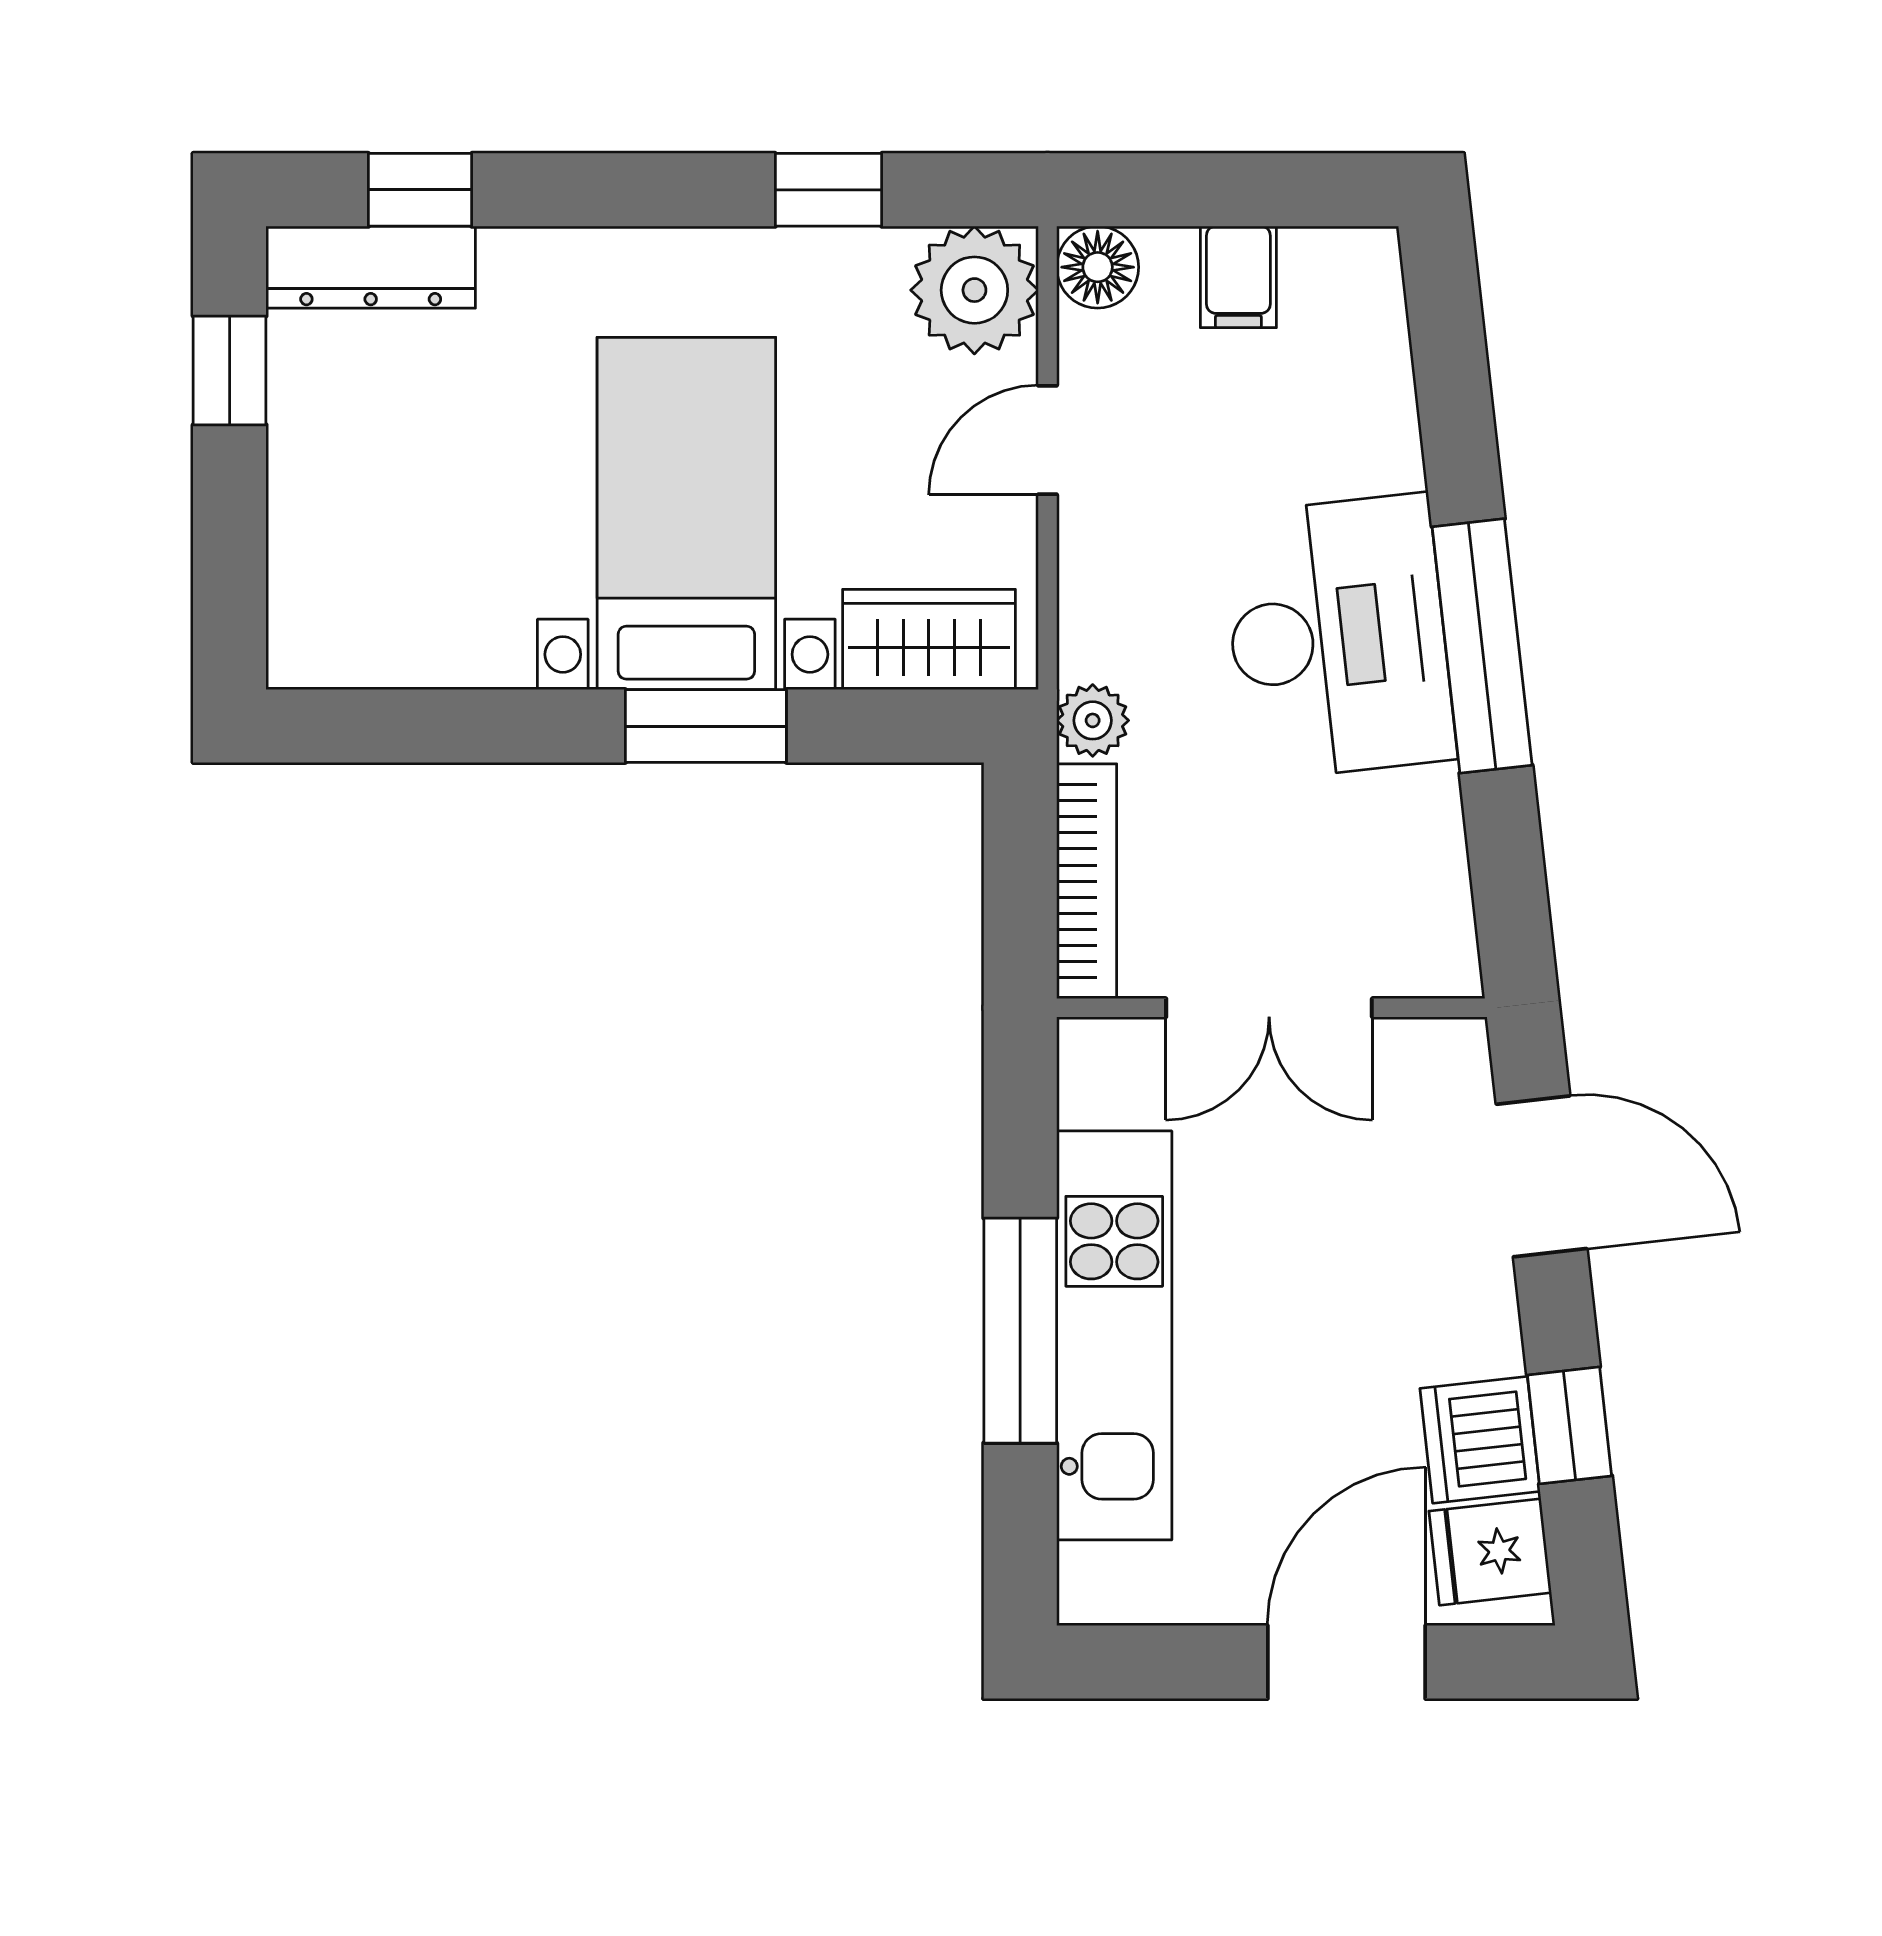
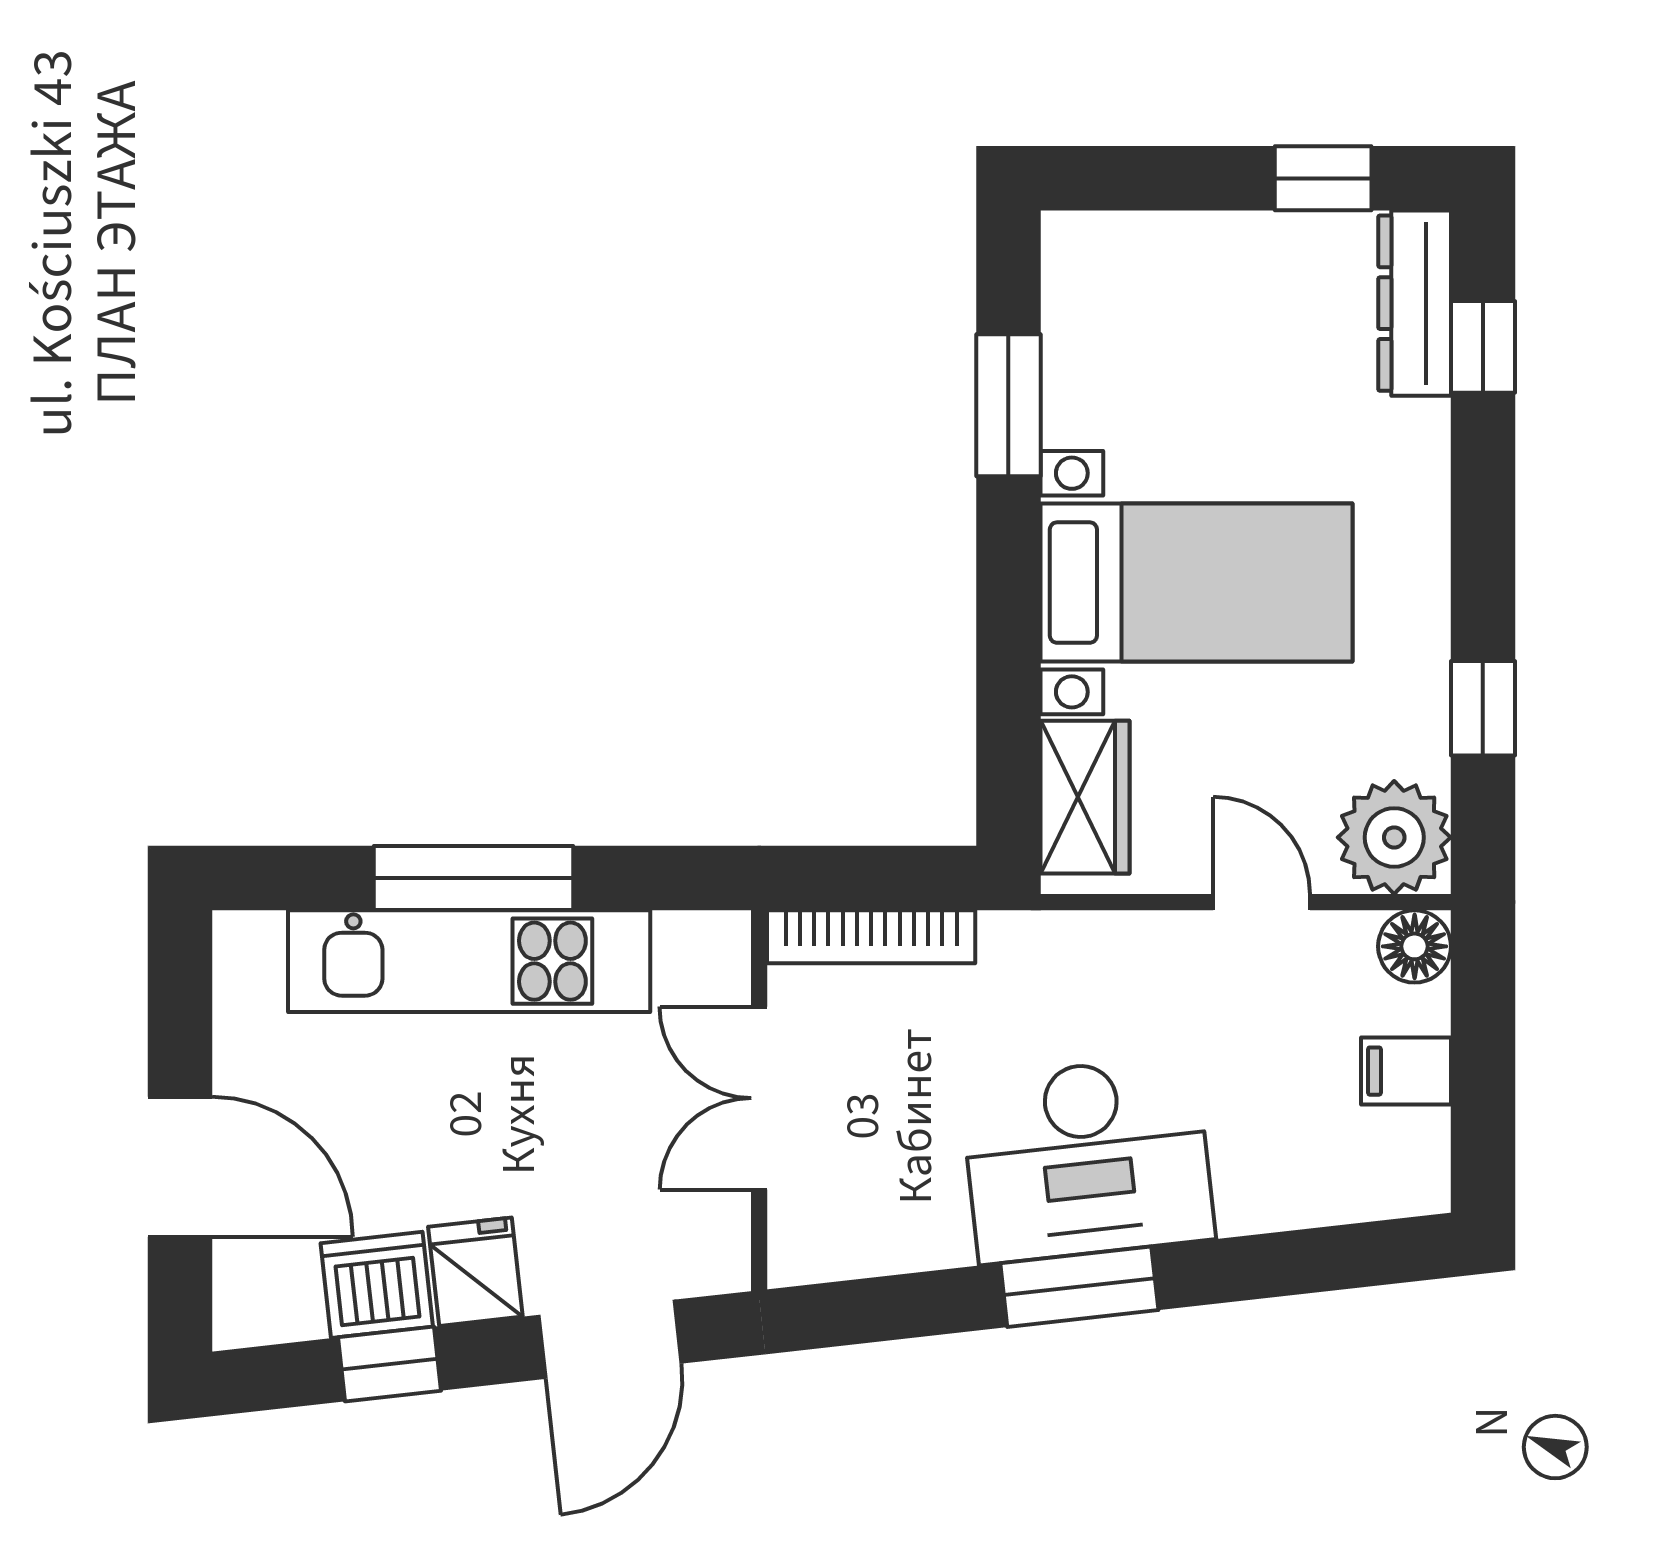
window: (1482, 646) -> (1079, 1287), width x0.69
plant: (1093, 720) -> (1013, 942), removed
window: (706, 726) -> (1008, 405), moved
fridge: (1490, 1552) -> (475, 1272), moved

